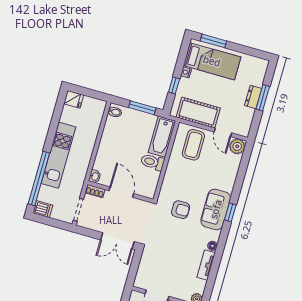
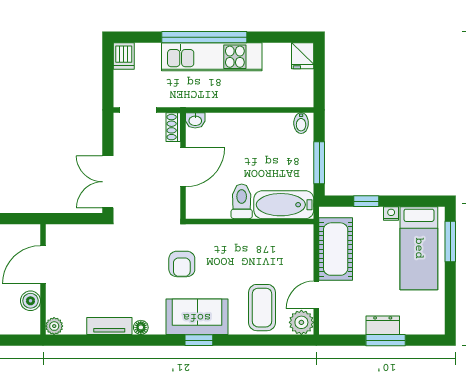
coffee table: (193, 145) -> (262, 308), moved, turned 90
window: (39, 178) -> (204, 37), moved

